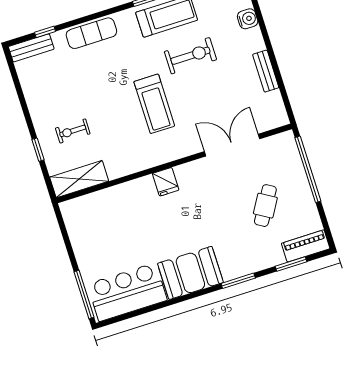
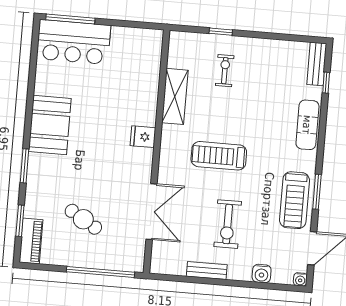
exercise bike: (190, 56) -> (228, 224), moved
shelving: (79, 179) -> (175, 96), moved
bar counter: (127, 292) -> (74, 42), moved, turned 90

